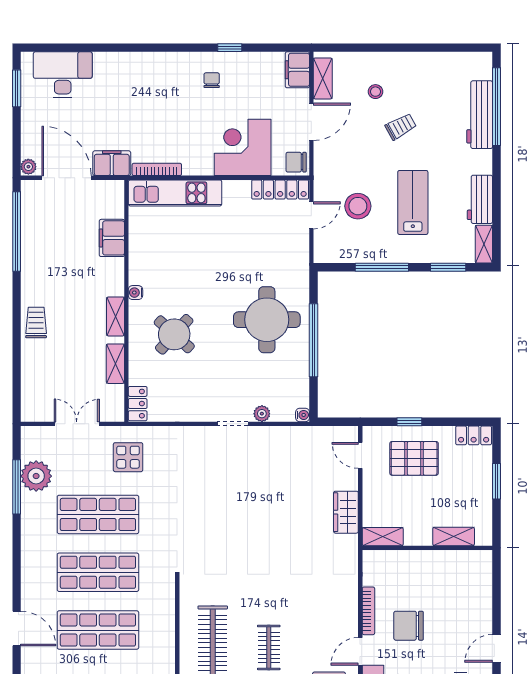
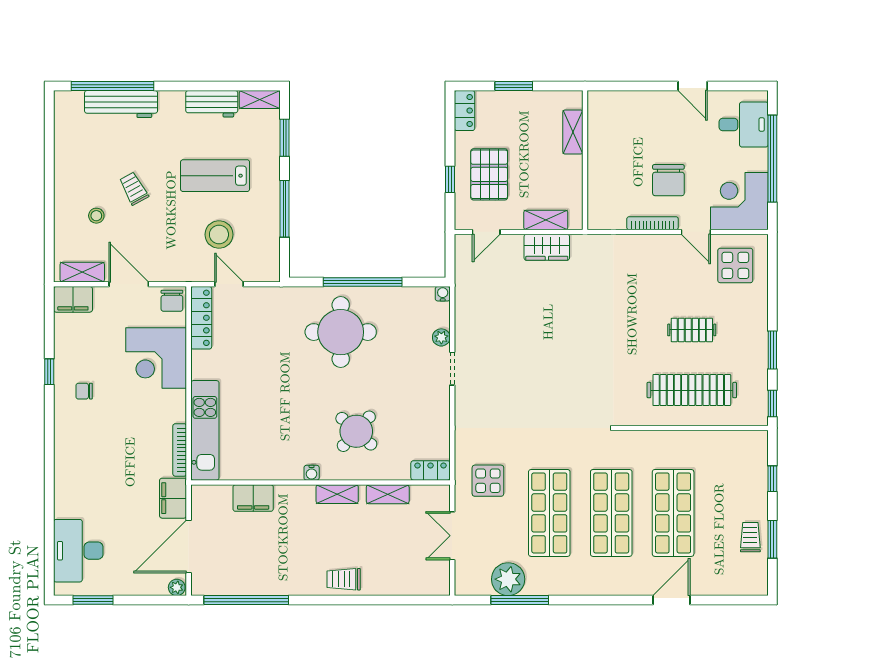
shelving: (383, 537) -> (546, 220), moved, turned 90

